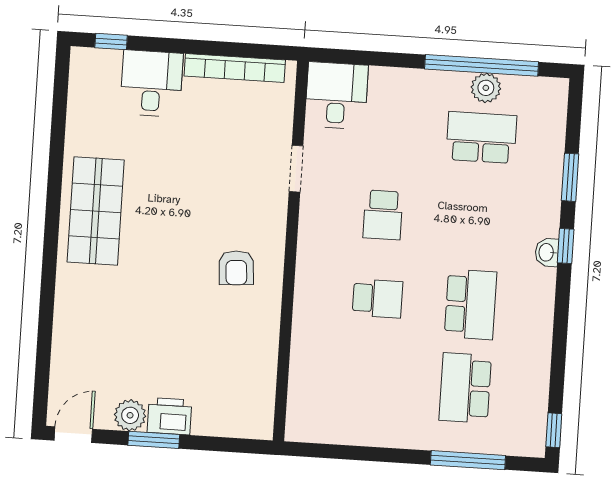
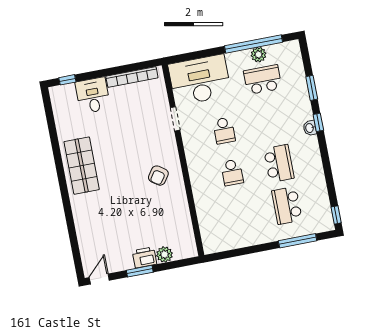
desk: (336, 96) -> (200, 80), width x1.87, depth x1.30
armchair: (236, 268) -> (158, 176), turned 39
school desk: (377, 298) -> (232, 172), turned 90
plant: (130, 415) -> (164, 254), moved

